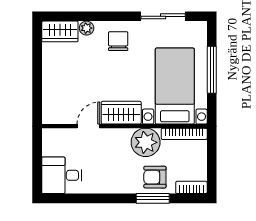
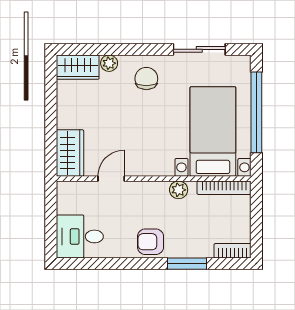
window: (212, 70) -> (256, 112), width x1.46
wardrobe: (121, 113) -> (70, 153), moved, turned 90
plant: (146, 142) -> (179, 190), width x0.53, depth x0.53
armchair: (155, 177) -> (151, 242), moved

